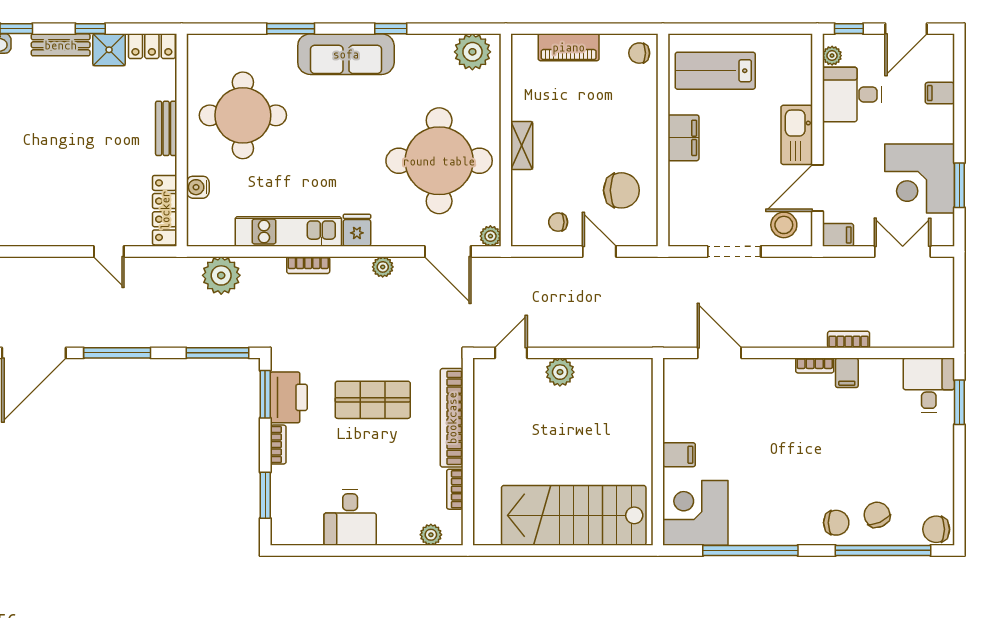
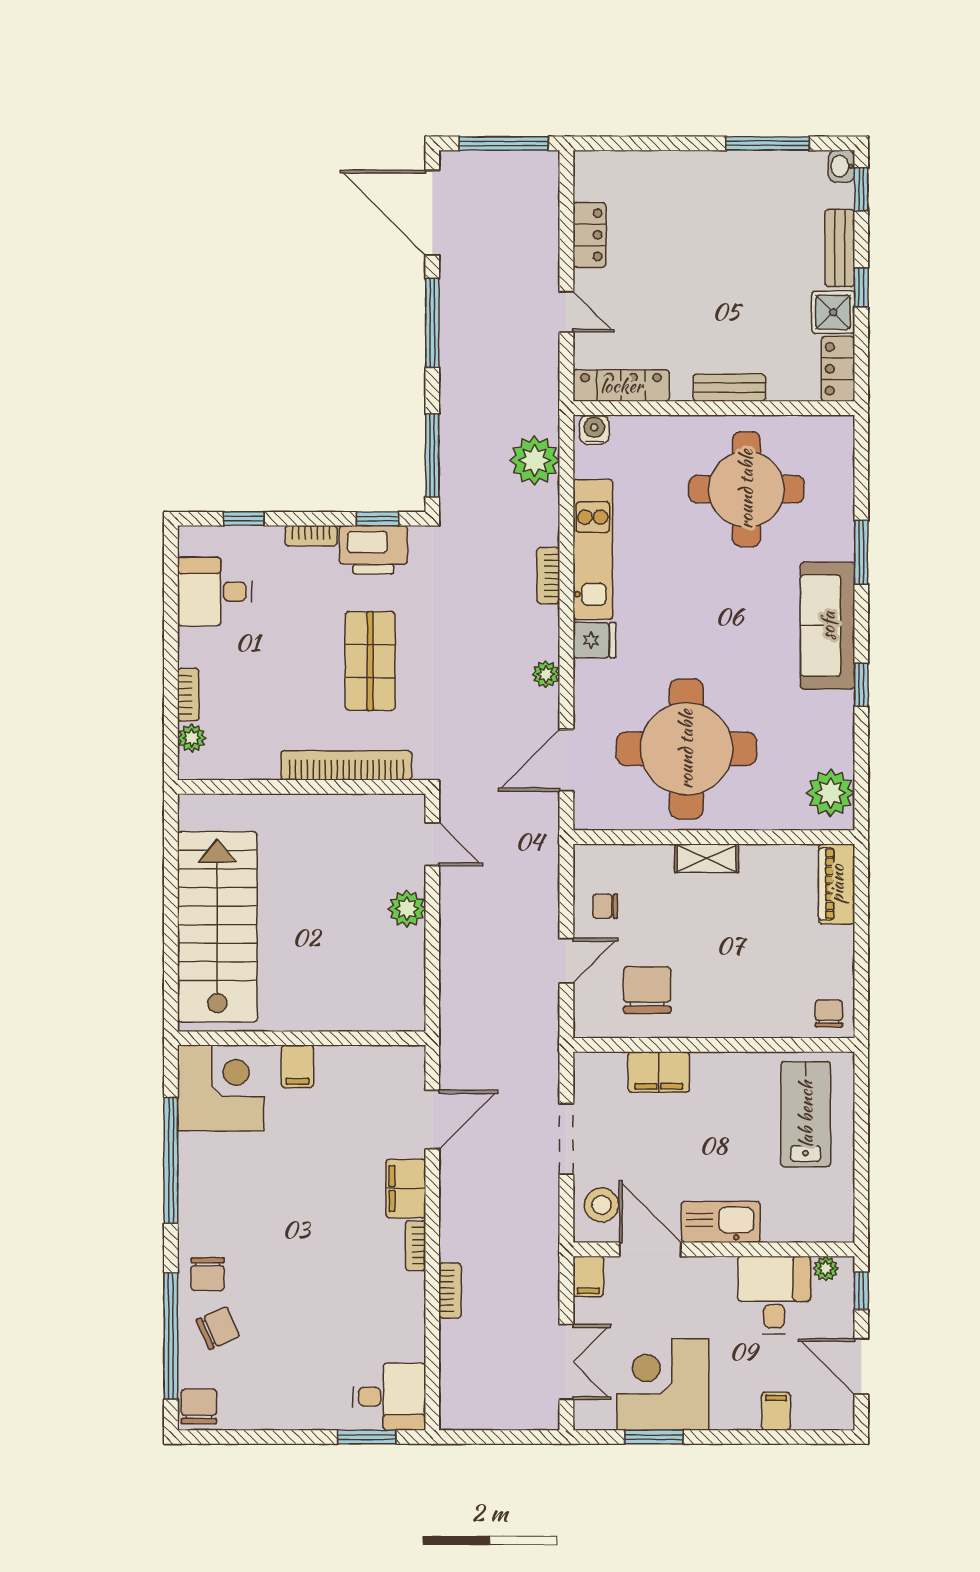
piano: (569, 47) -> (837, 884), moved
filing cabinet: (683, 138) -> (659, 1072), moved
water cooler: (198, 187) -> (594, 430), moved
chair: (621, 190) -> (647, 990), turned 180
chair: (558, 222) -> (605, 906), turned -90
locker: (51, 234) -> (589, 235), added
plant: (490, 236) -> (587, 817), removed
door: (109, 252) -> (566, 312), swing flipped
filing cabinet: (847, 373) -> (406, 1188), moved, width x2.00
window: (265, 394) -> (378, 519), width x0.67
bookcase: (455, 489) -> (188, 695), moved, turned 90
window: (265, 495) -> (244, 519), width x0.67
desk: (350, 517) -> (215, 591), moved

